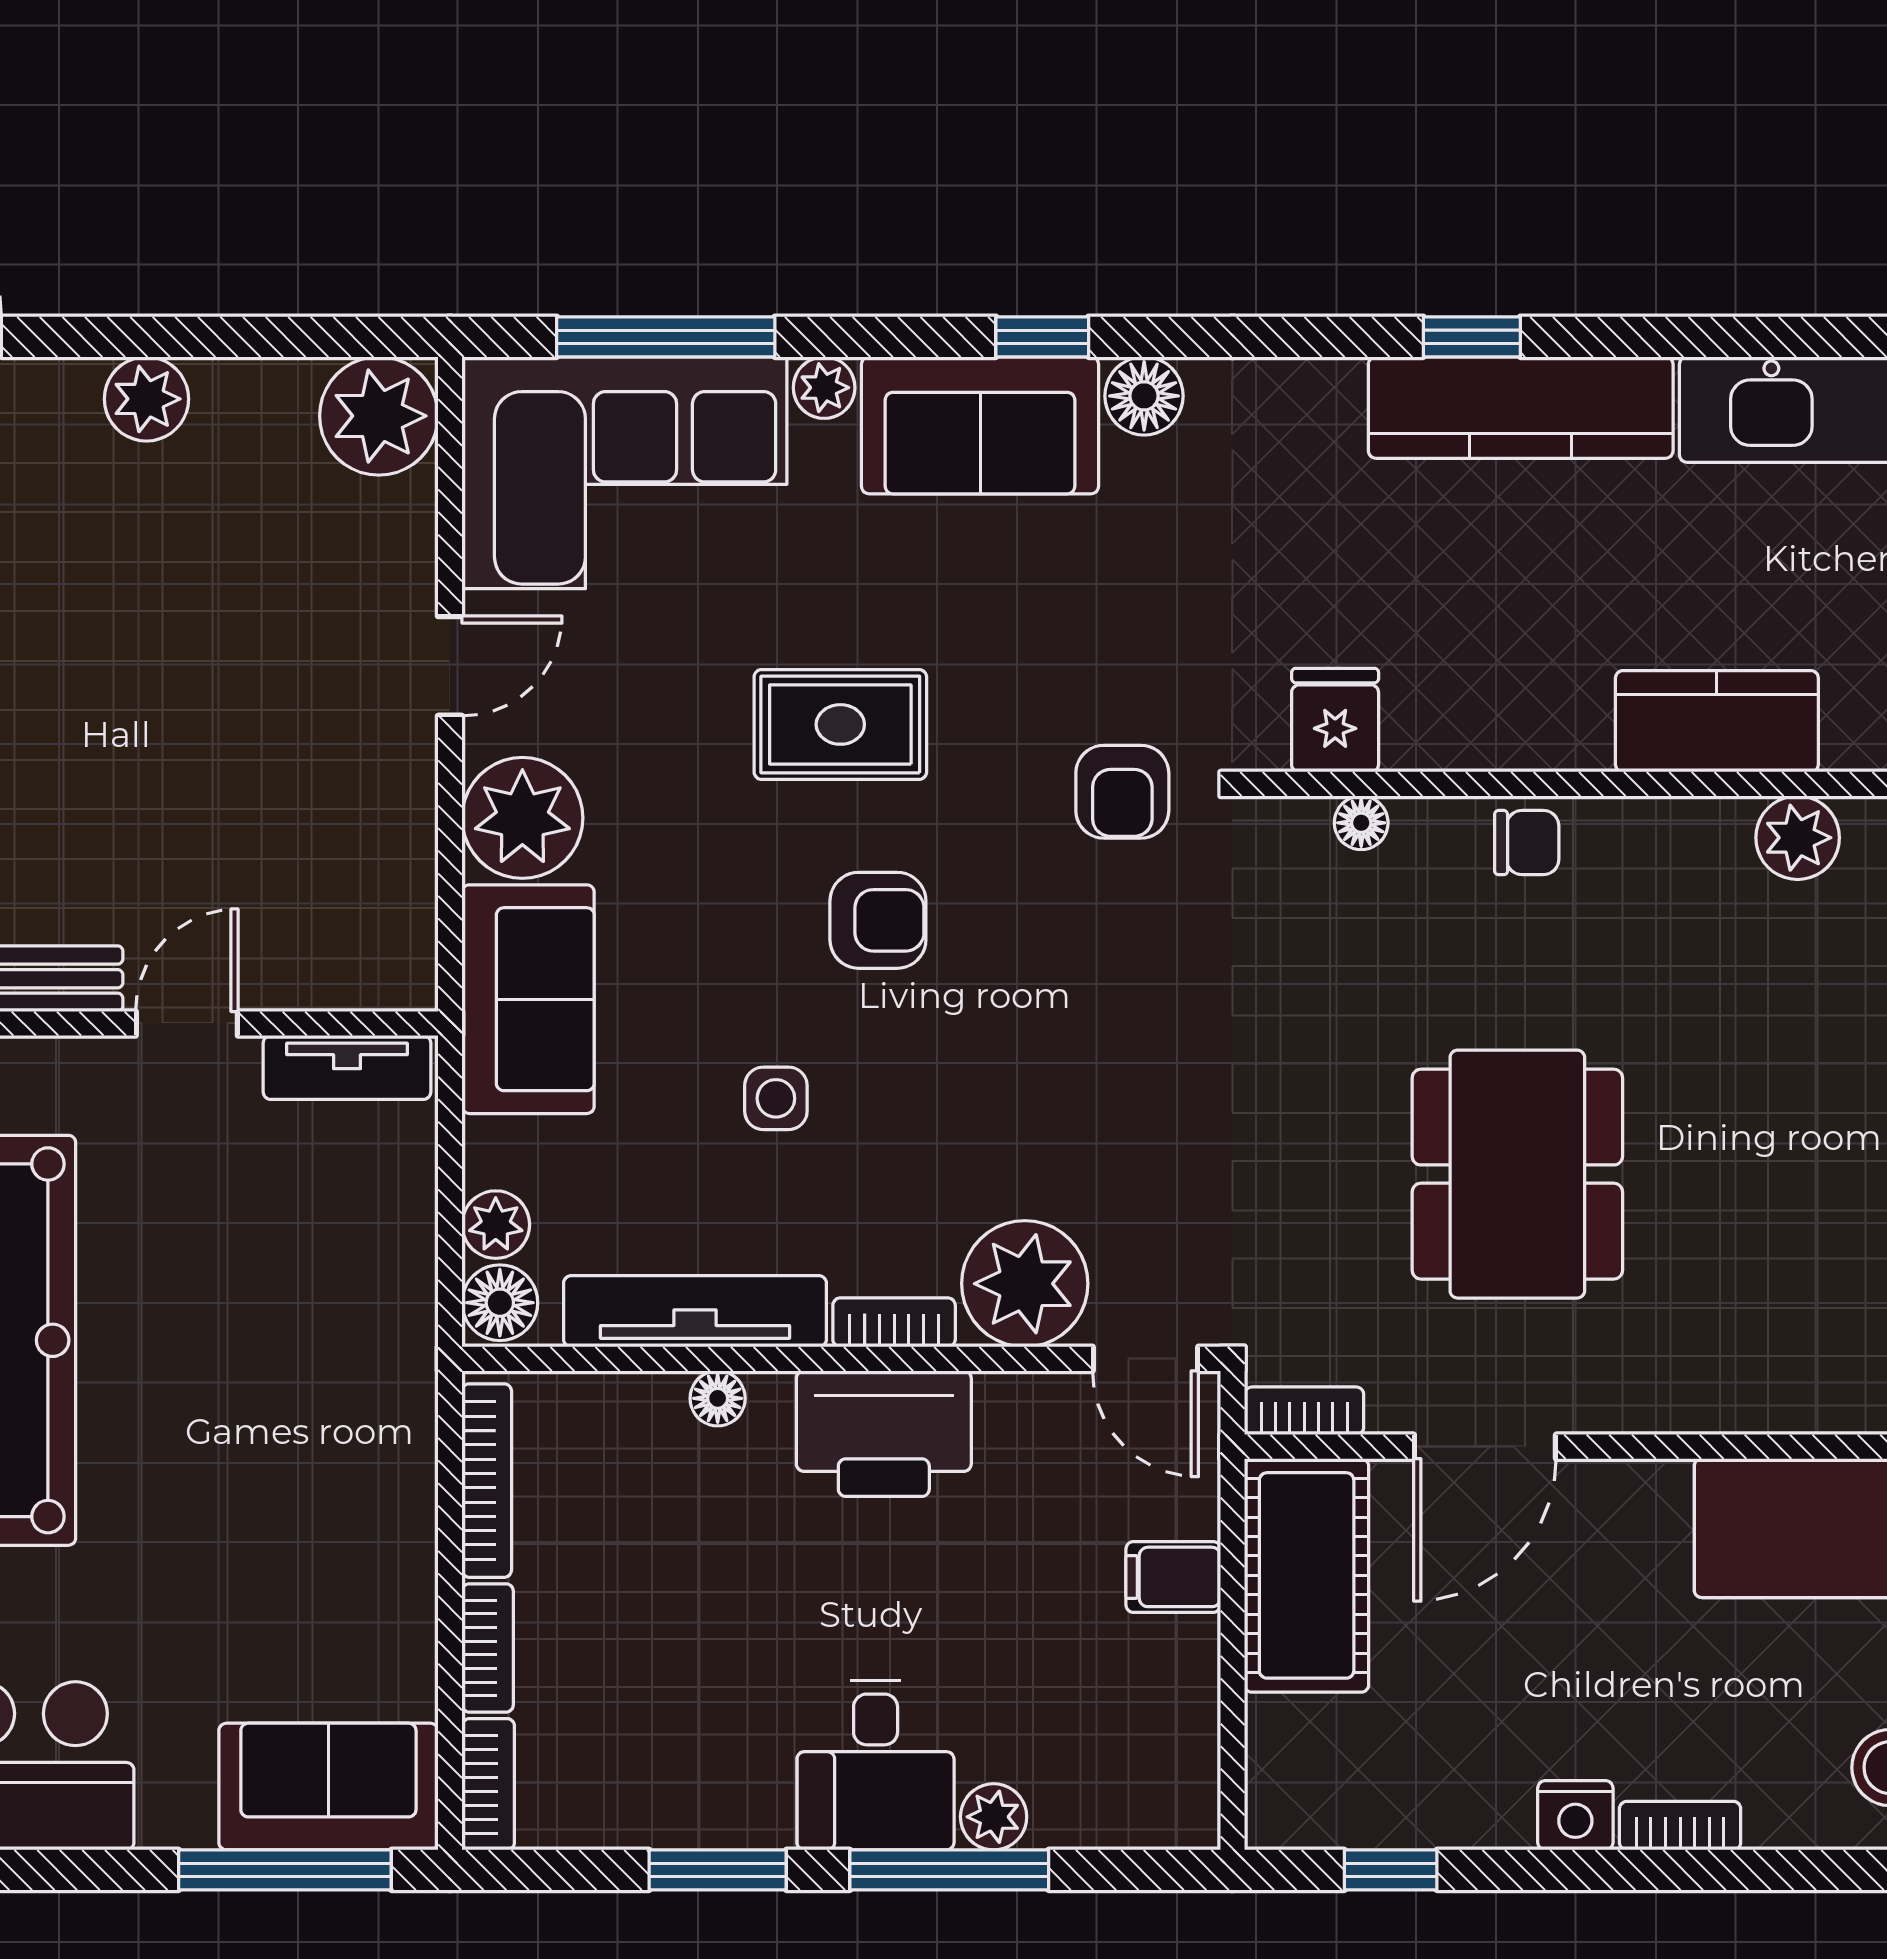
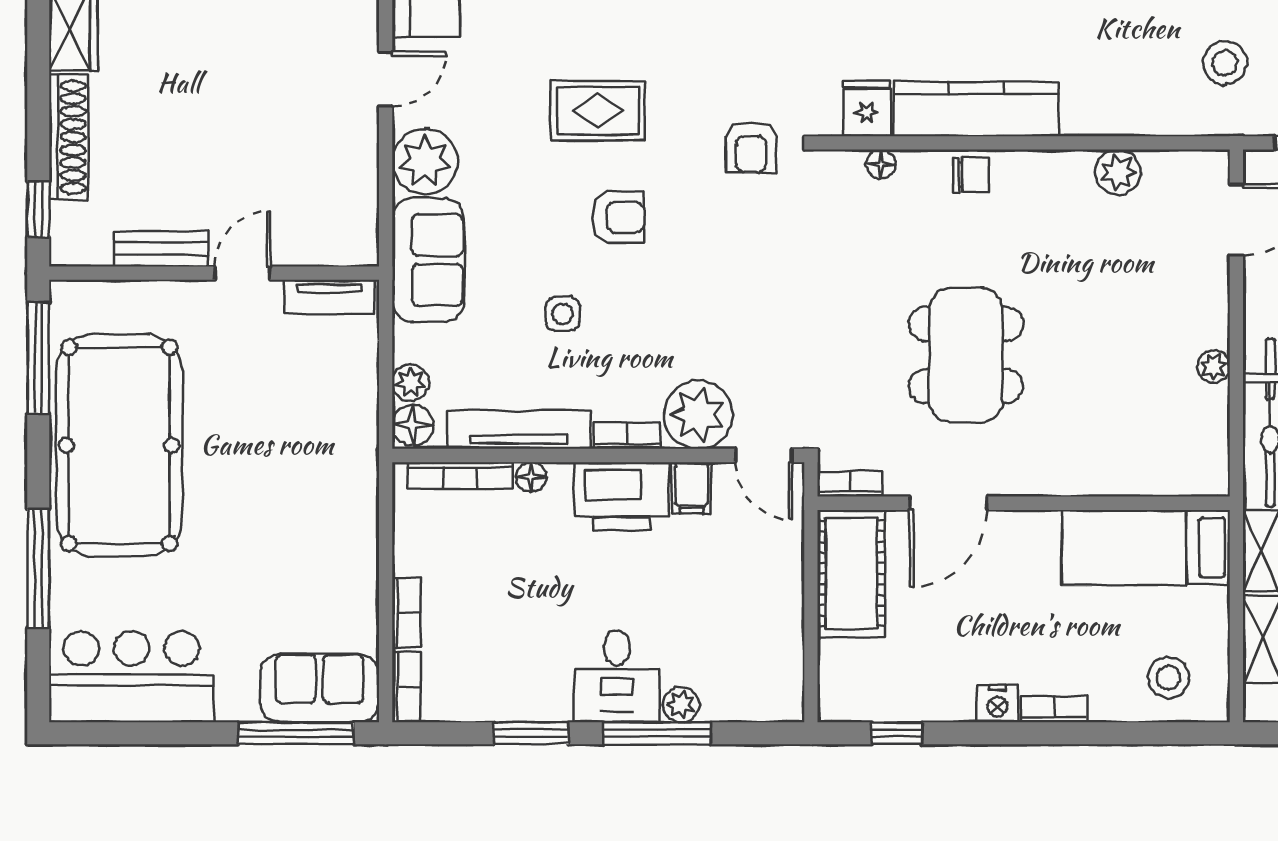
kitchen counter: (1717, 721) -> (977, 109), moved, width x1.50
bookcase: (487, 1481) -> (460, 475), moved, turned 90
filing cabinet: (1173, 1577) -> (692, 488), moved, turned -90

